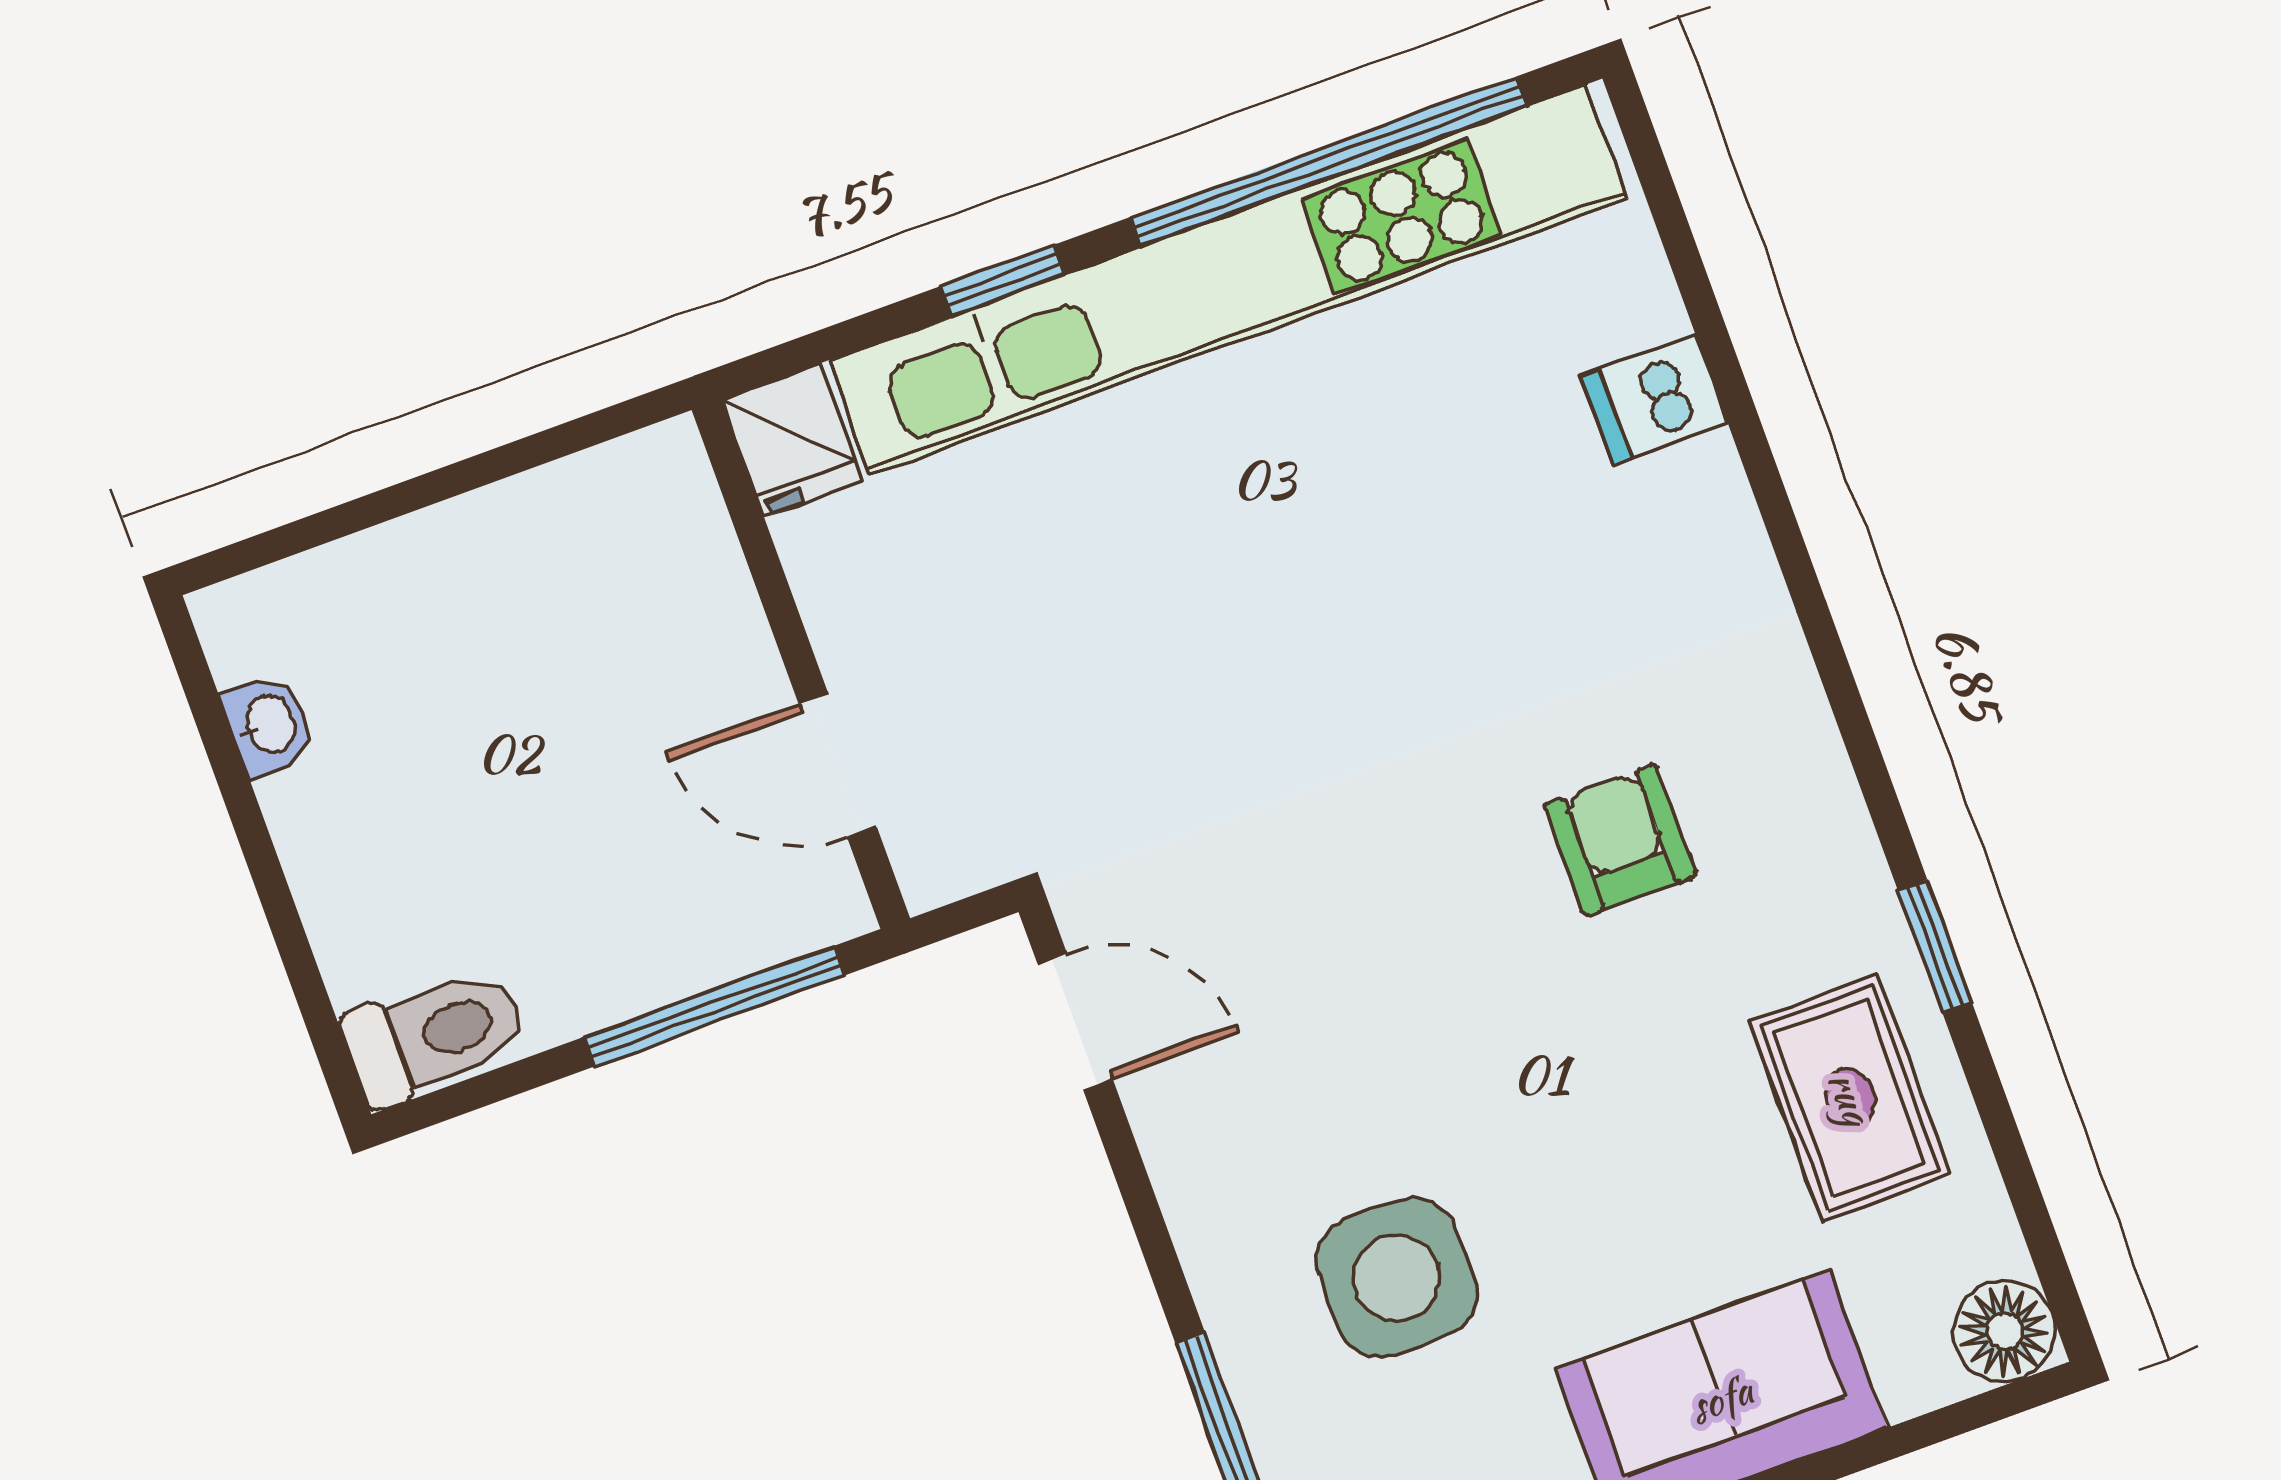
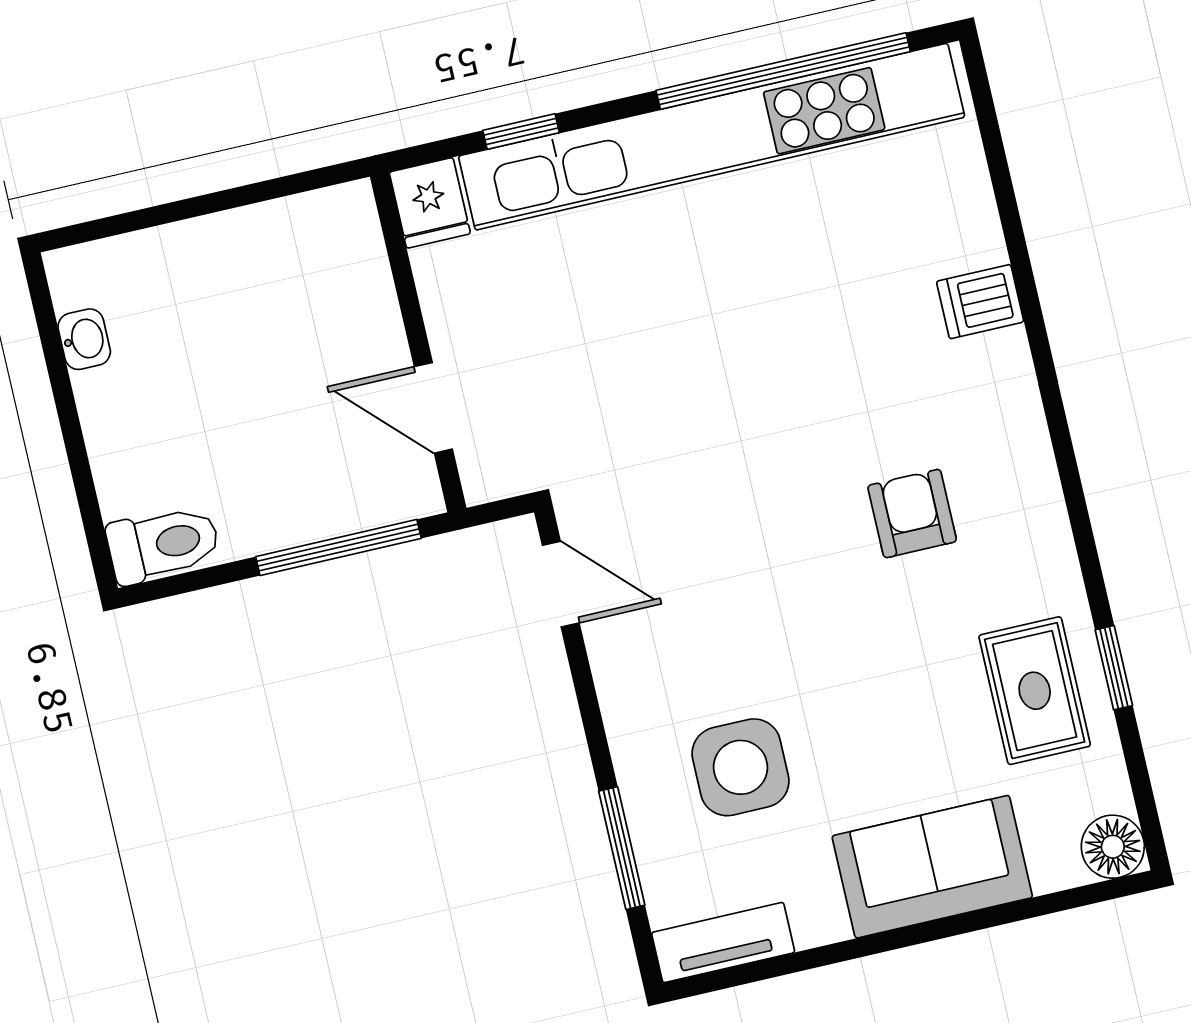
window: (1002, 280) -> (521, 132), moved
dishwasher: (1654, 400) -> (980, 302), moved
window: (1935, 947) -> (1114, 668), moved

